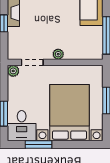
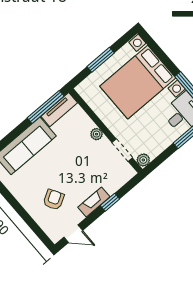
tv unit: (97, 43) -> (59, 110), added

